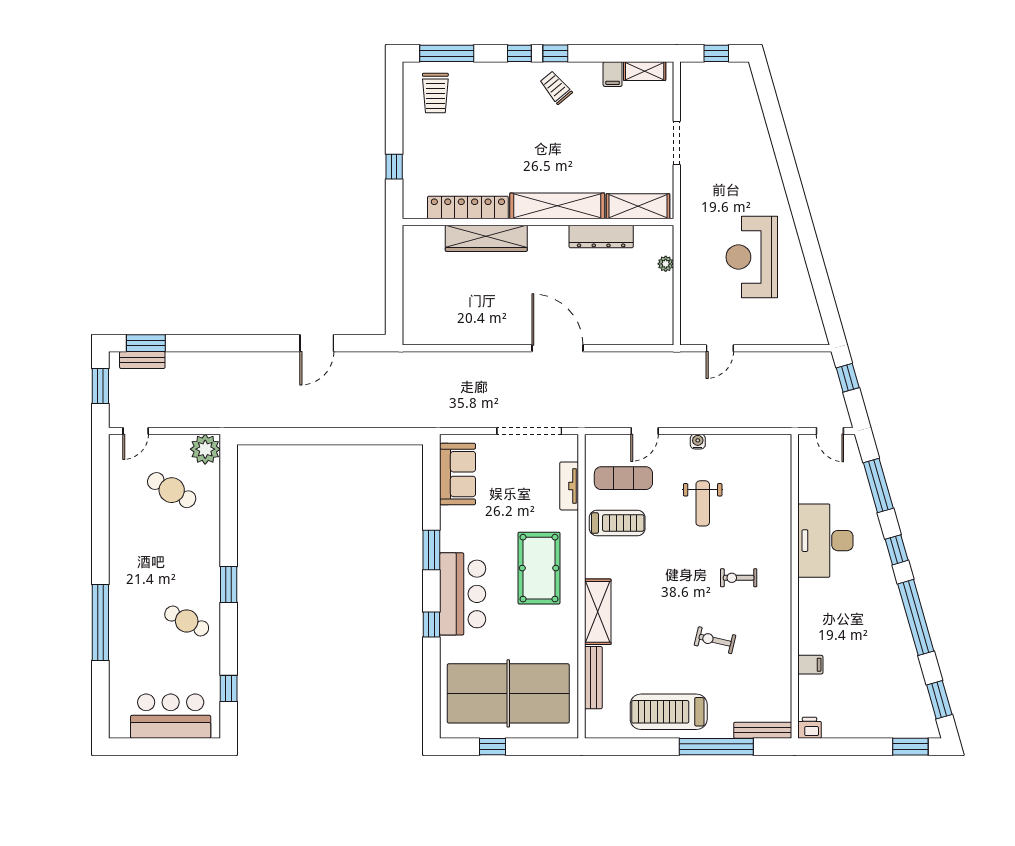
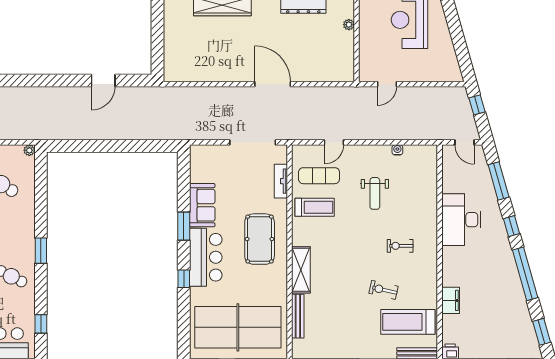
water cooler: (698, 442) -> (397, 150), moved
plant: (205, 449) -> (29, 150), width x0.53, depth x0.53
sofa: (458, 474) -> (202, 205), moved
filing cabinet: (810, 665) -> (451, 300), width x2.00
treadmill: (669, 712) -> (408, 322), moved

